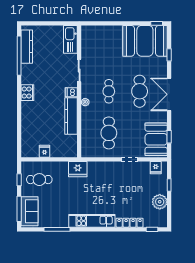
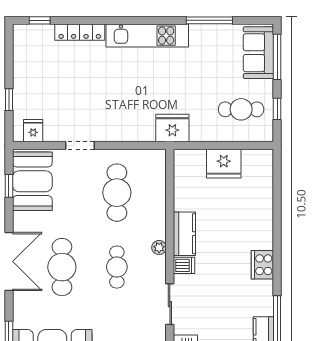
kitchen counter: (71, 116) -> (184, 234), width x0.67
fridge: (45, 151) -> (224, 164), width x1.88, depth x1.34
plant: (160, 202) -> (26, 70), removed

